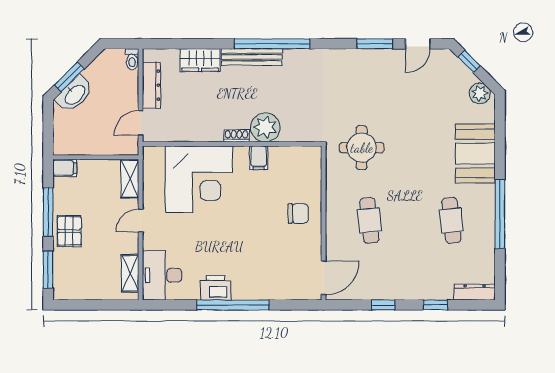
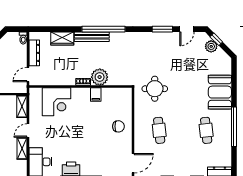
plant: (480, 93) -> (211, 46), moved
corner desk: (199, 179) -> (56, 102), width x0.74, depth x0.74
shelving: (130, 273) -> (22, 149), moved

